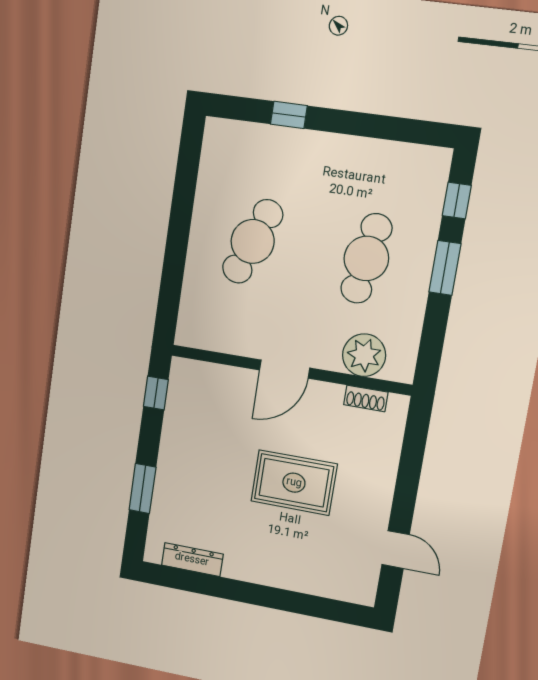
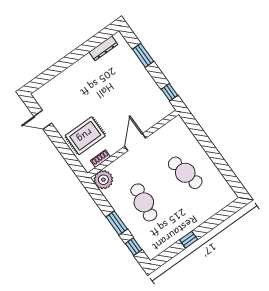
window: (289, 115) -> (189, 240), moved
cafe table: (253, 241) -> (185, 173), turned -33
plant: (364, 355) -> (103, 180), moved
rug: (294, 483) -> (85, 136), moved

